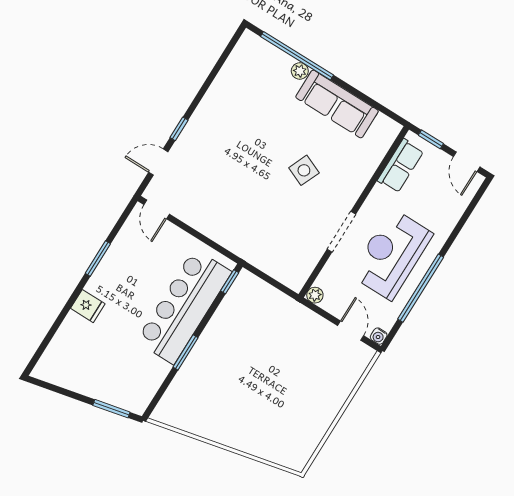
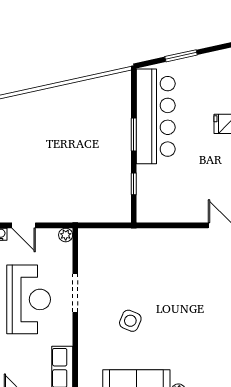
window: (230, 282) -> (134, 184), moved
bar counter: (184, 307) -> (156, 116), moved
window: (111, 409) -> (181, 56), moved

